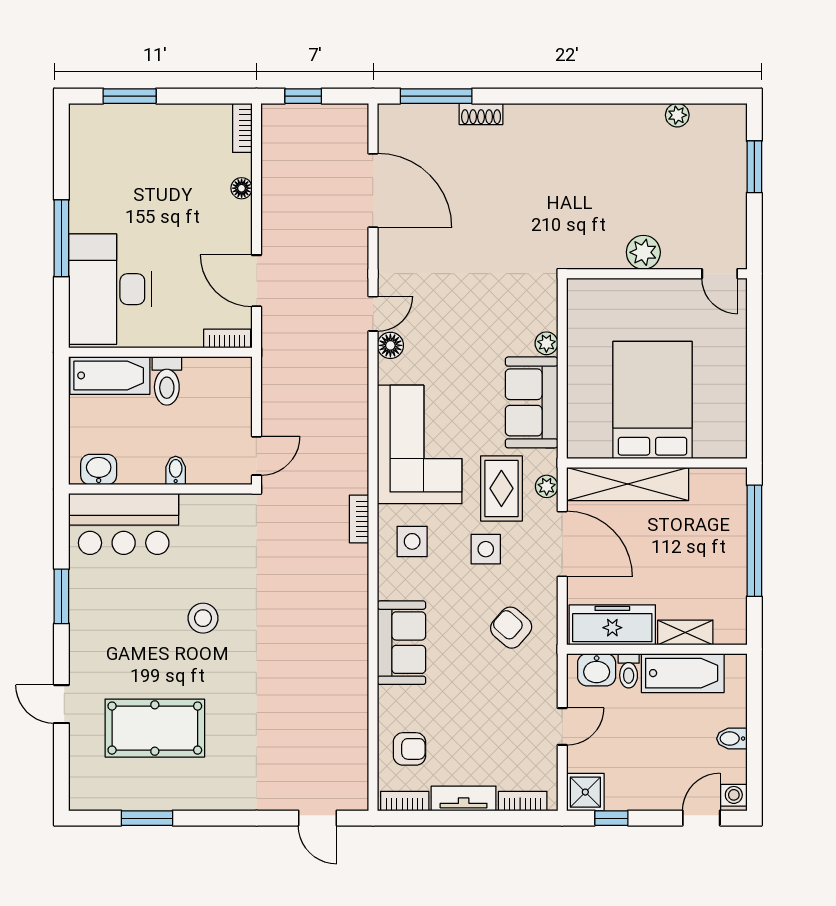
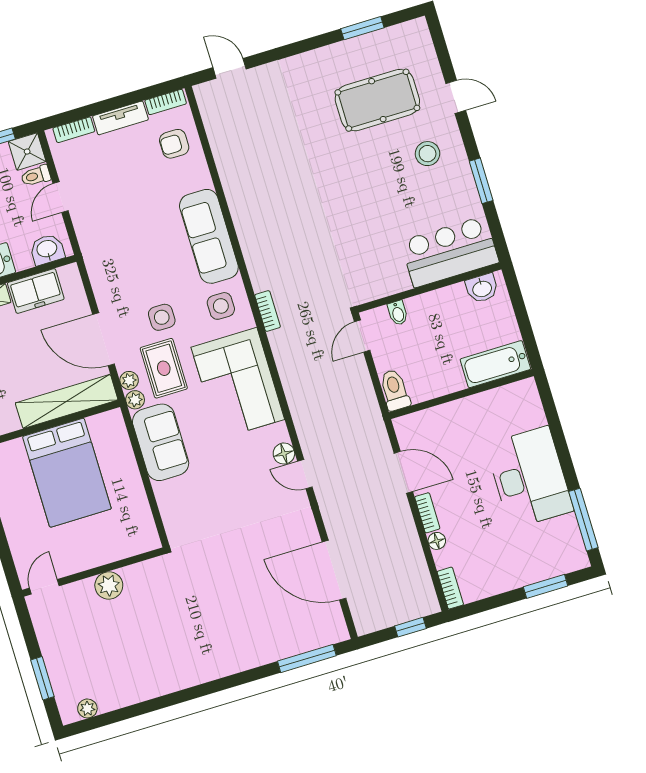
shoe rack: (481, 114) -> (268, 655), removed
plant: (677, 115) -> (87, 708), moved
window: (61, 238) -> (583, 520), moved
door: (720, 274) -> (44, 587), hinge flipped
desk: (110, 289) -> (529, 477), moved
door: (373, 314) -> (305, 474), hinge flipped
bookcase: (227, 338) -> (427, 513), moved, turned -90
plant: (546, 343) -> (135, 400), moved
toilet: (167, 381) -> (395, 390), moved
bidet: (176, 470) -> (398, 313), moved
stool: (203, 618) -> (428, 154), moved
freezer: (612, 625) -> (36, 291), width x0.71
armchair: (511, 628) -> (124, 262), removed
sofa: (401, 643) -> (209, 236), width x1.36
toilet: (629, 671) -> (36, 176), moved, turned -90

